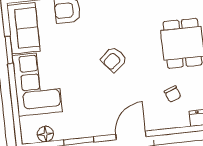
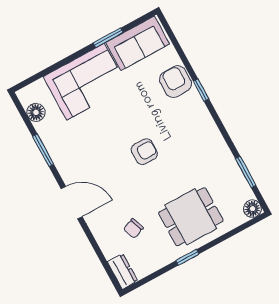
armchair: (114, 59) -> (144, 152), turned 131

